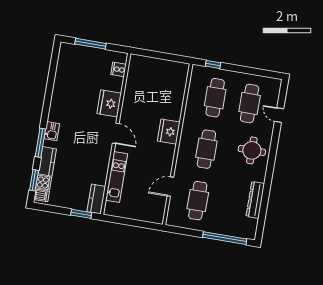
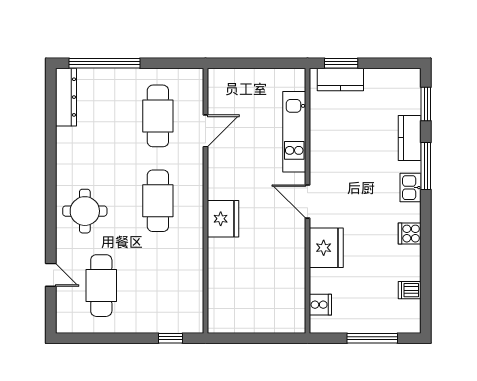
cafe table: (215, 98) -> (158, 286), removed
cooker: (44, 183) -> (410, 234), moved
dishwasher: (42, 195) -> (410, 290), moved
kitchen counter: (96, 199) -> (340, 80), moved, turned 90
dresser: (255, 200) -> (66, 97), moved

